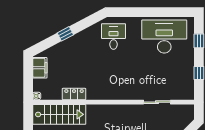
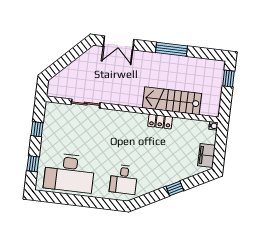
locker: (74, 94) -> (160, 121), moved
stairs: (59, 114) -> (172, 101), moved

